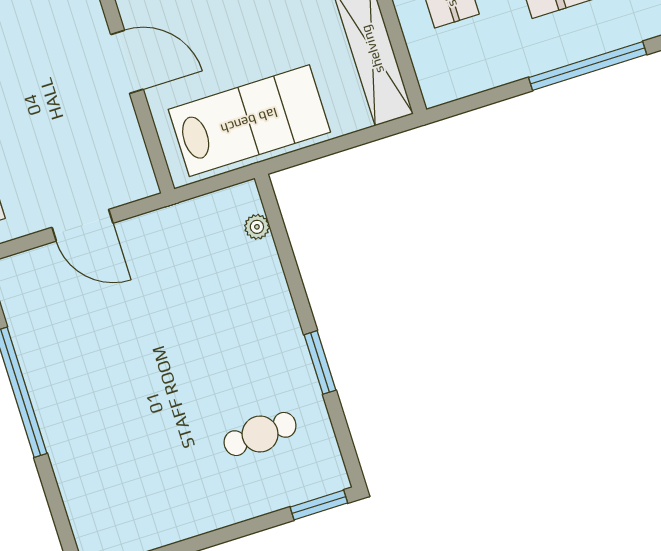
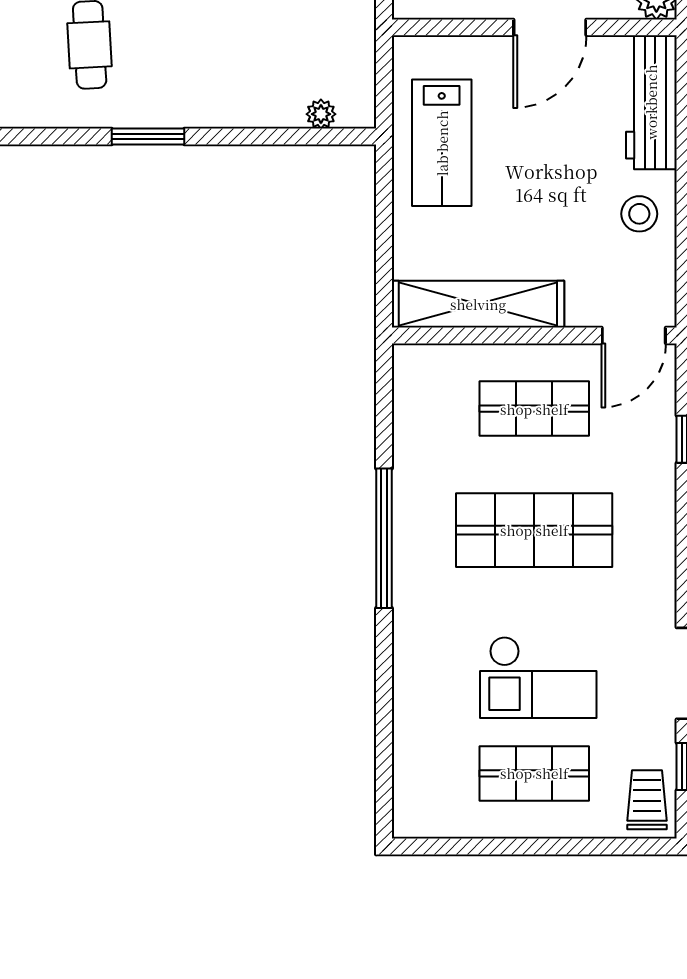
lab bench: (249, 121) -> (442, 143), width x0.73, depth x0.72

